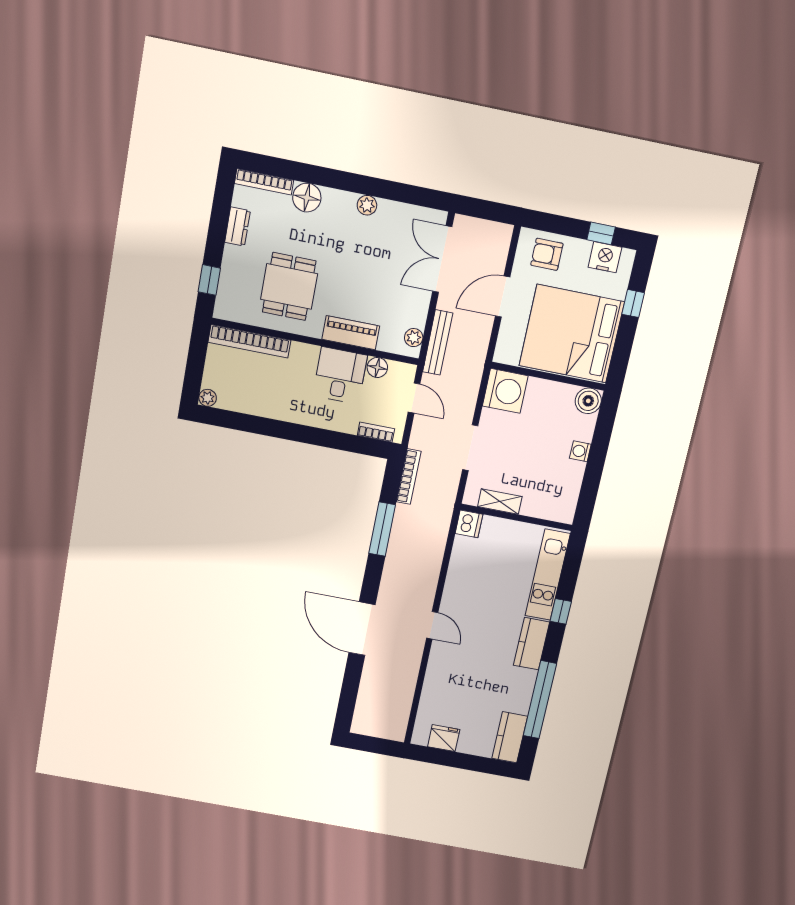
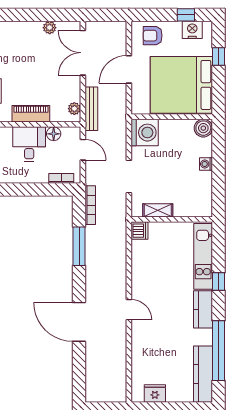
plant: (367, 205) -> (50, 28), moved
kitchen counter: (510, 737) -> (203, 374), width x1.50

